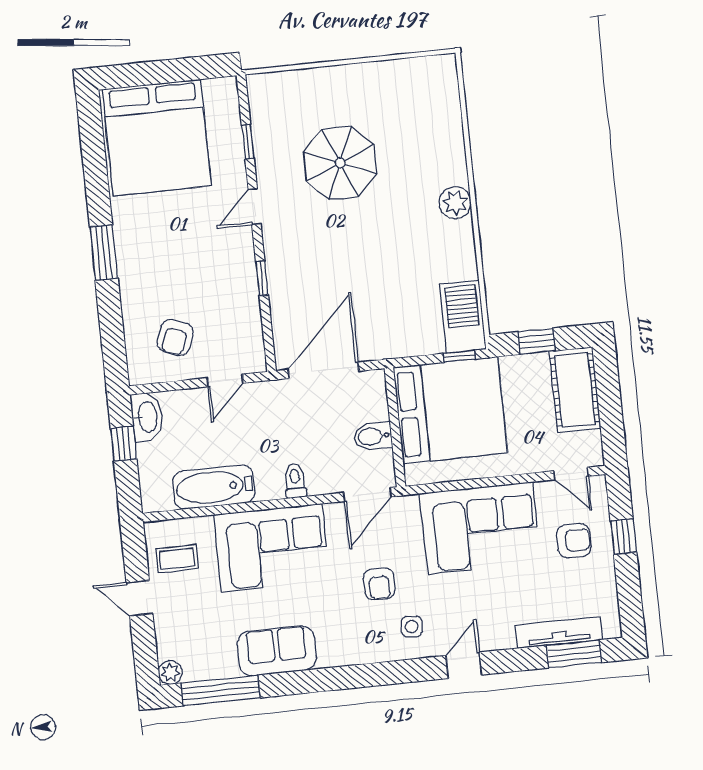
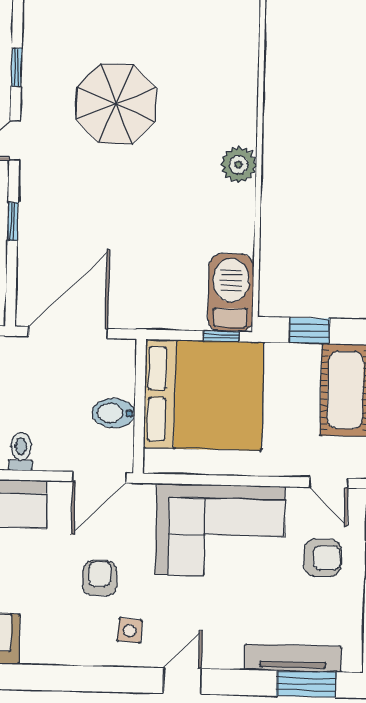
armchair: (379, 584) -> (100, 578), turned 180

